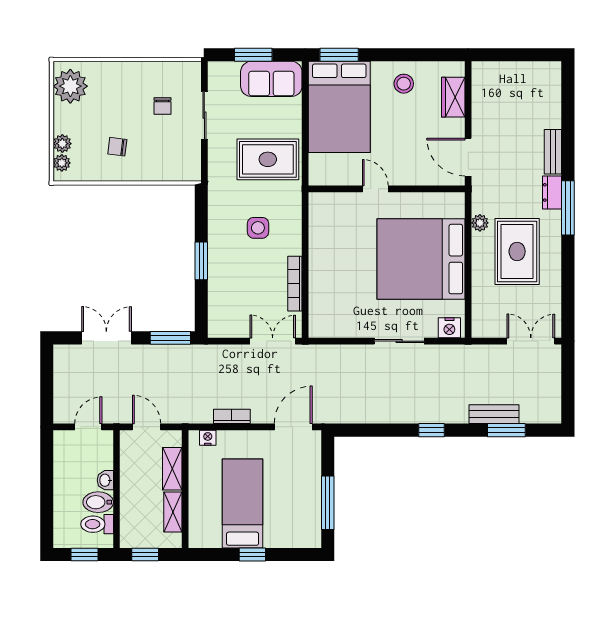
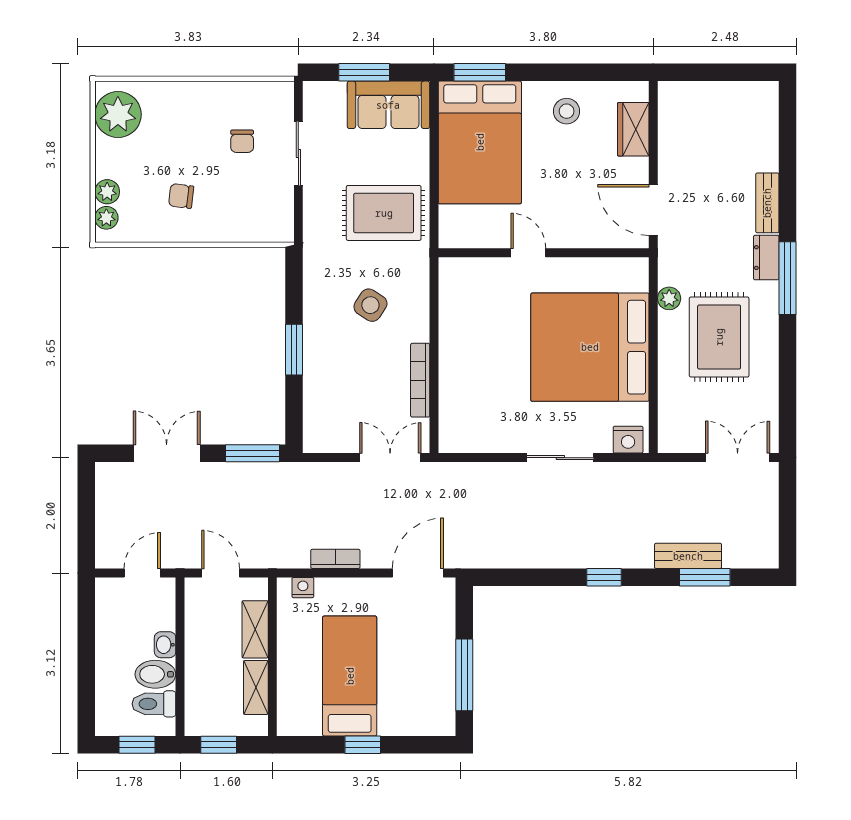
side table: (258, 228) -> (370, 305), turned 33

